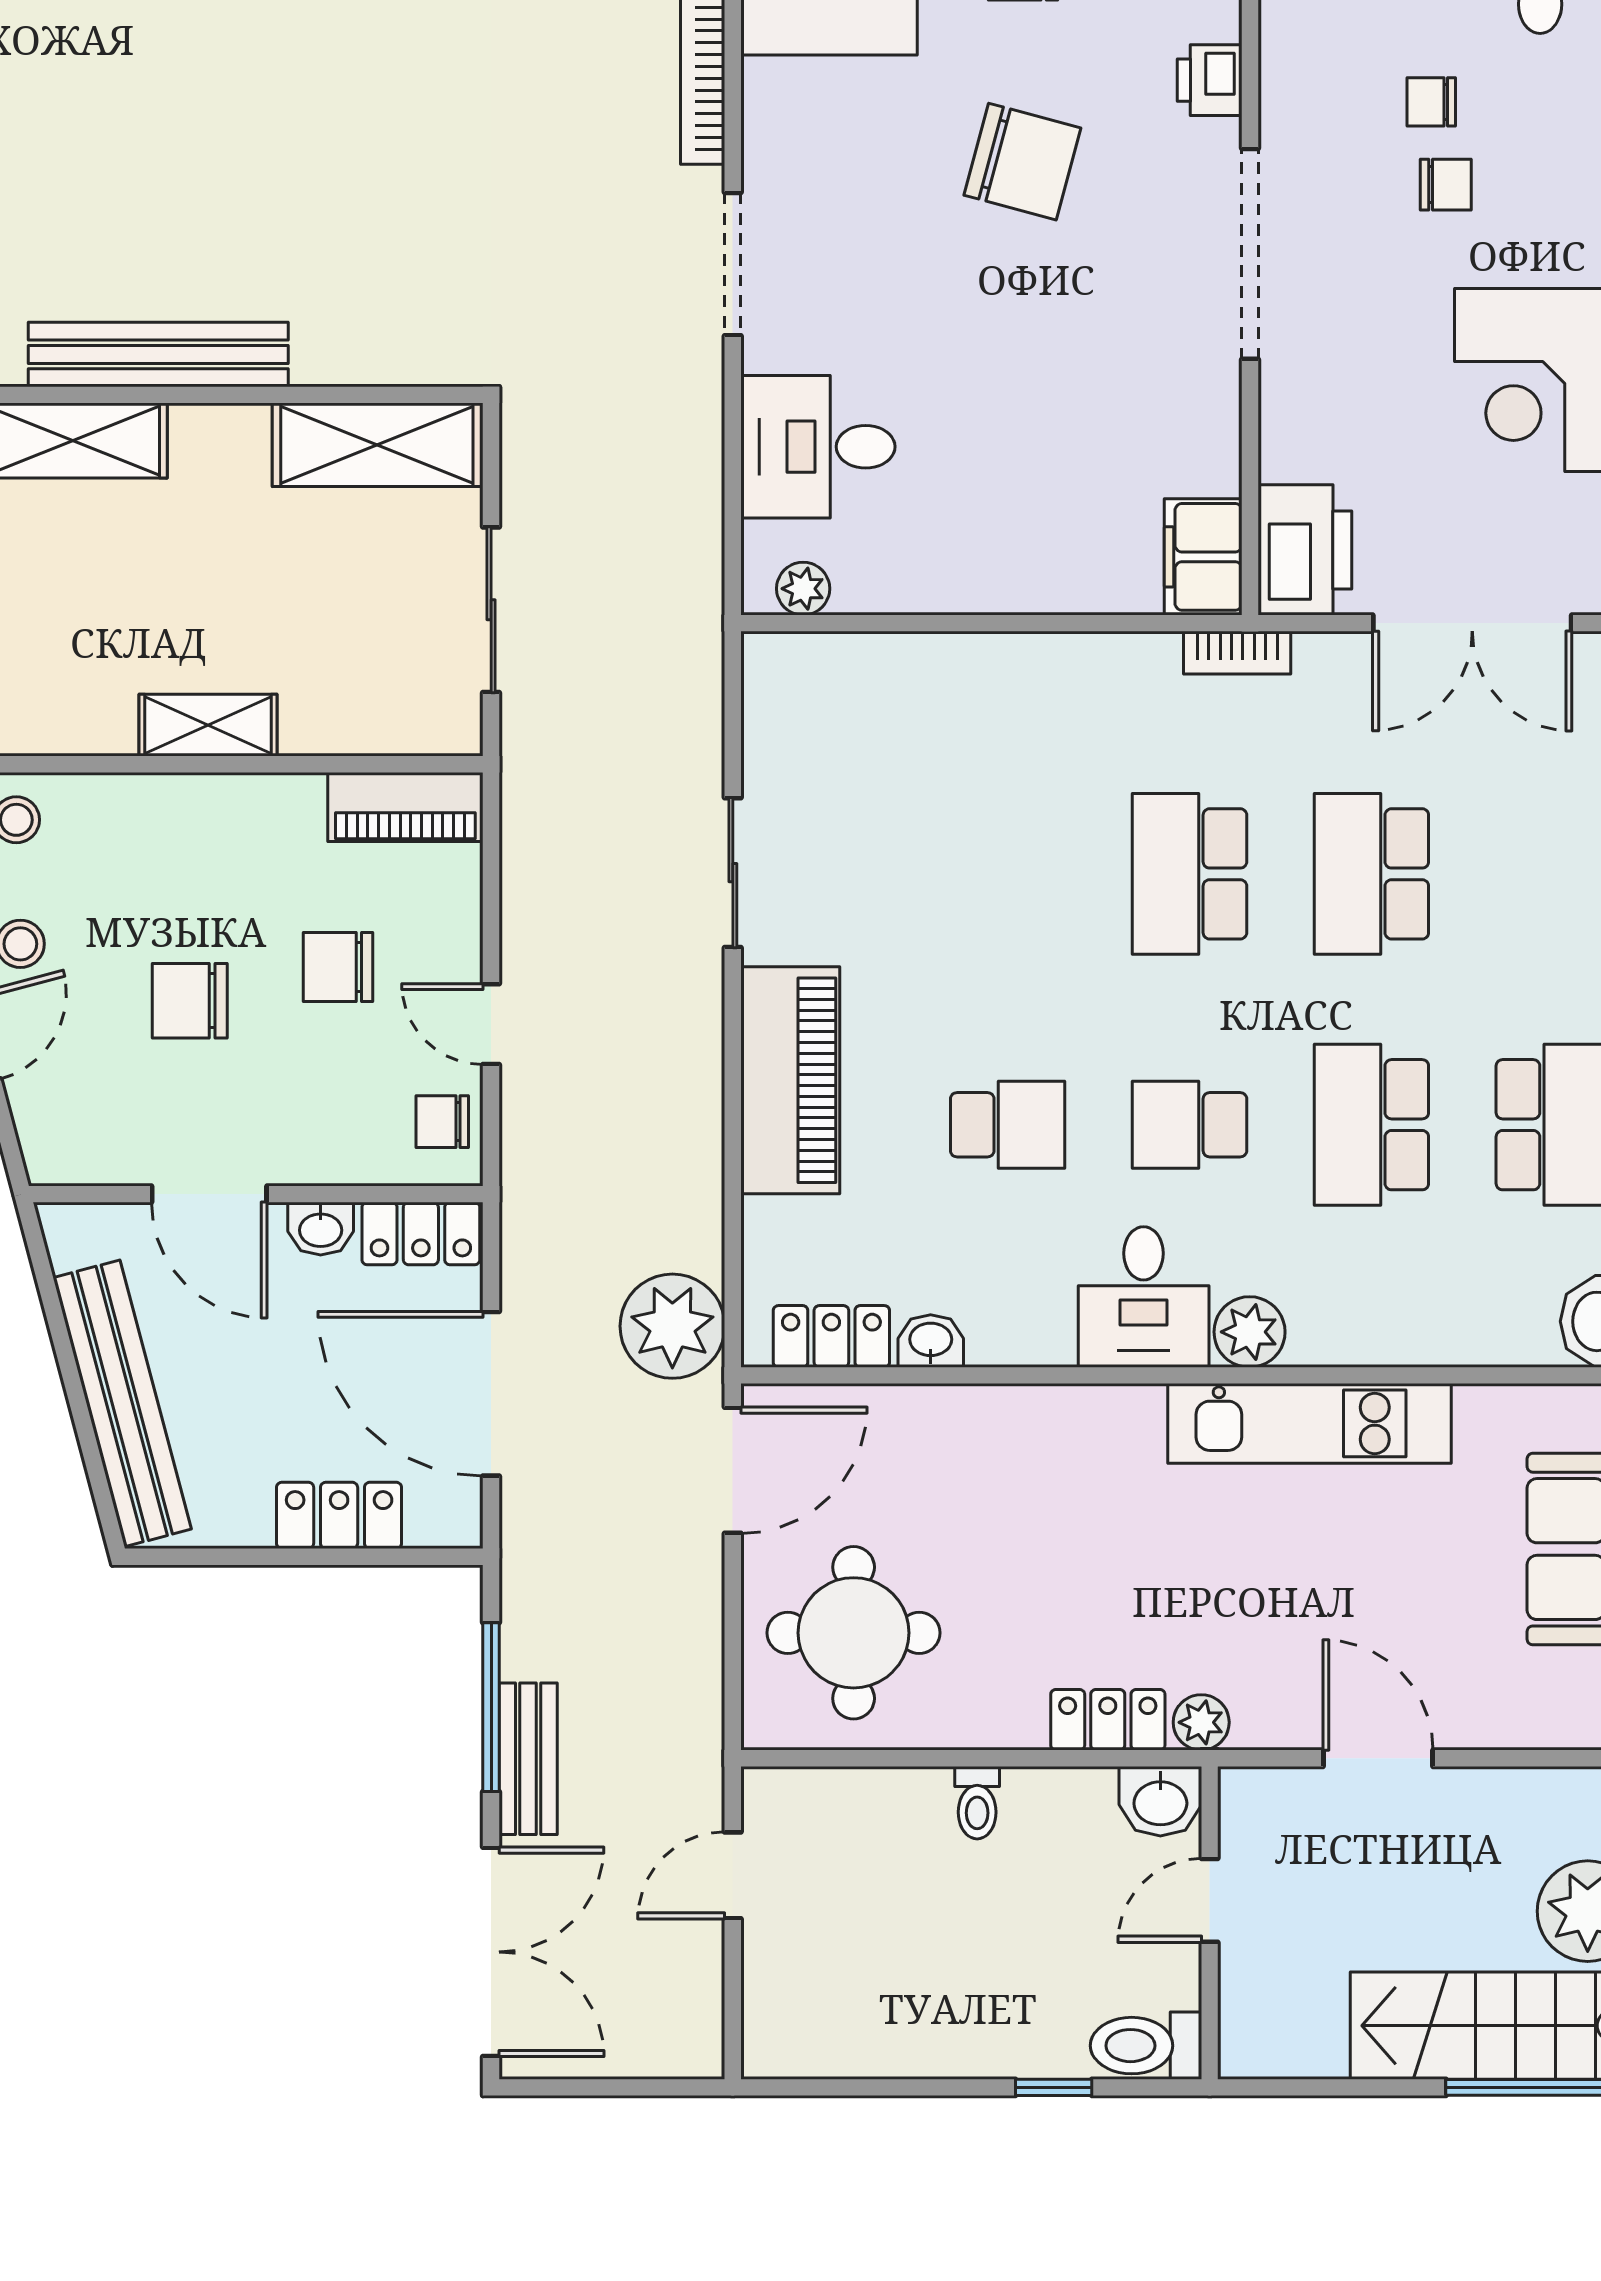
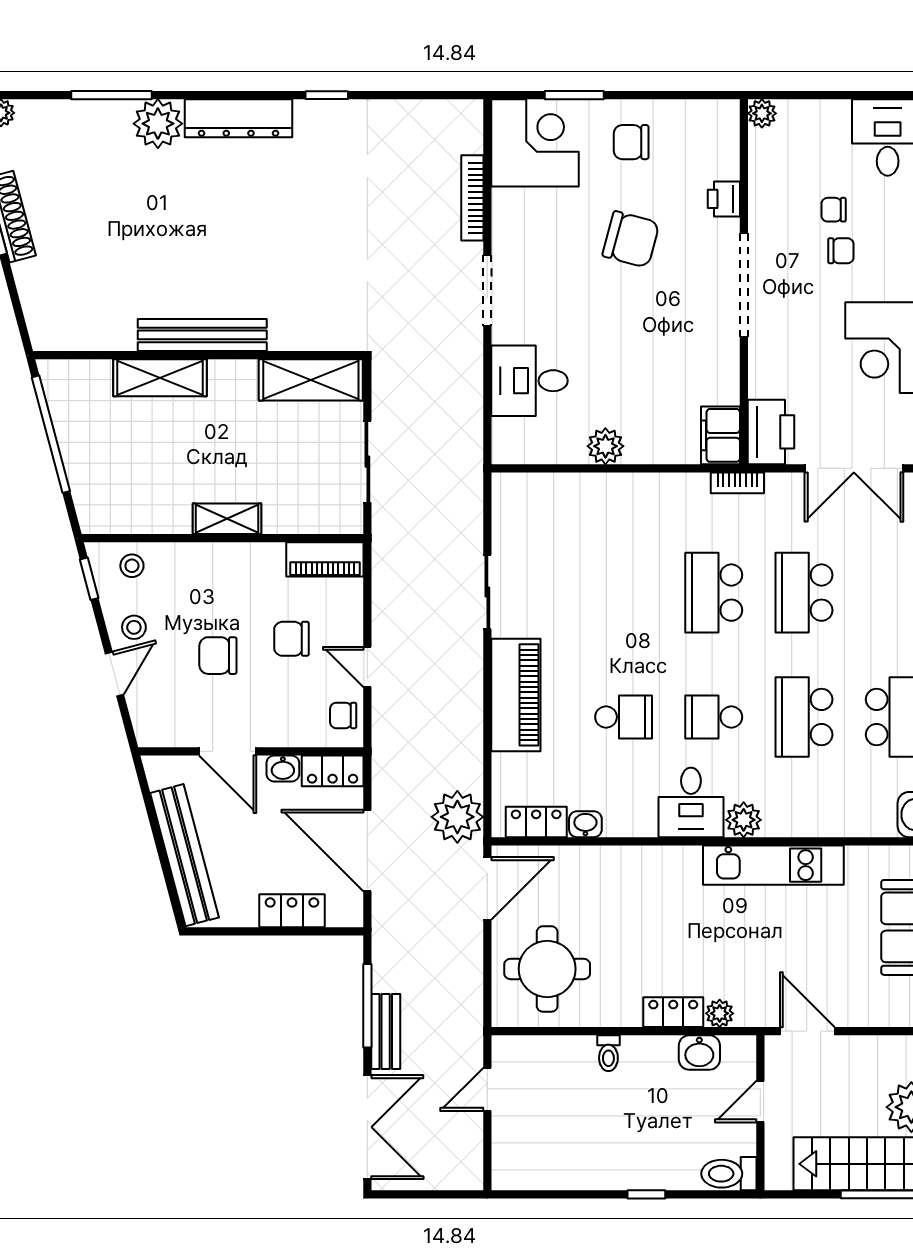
plant: (803, 589) -> (605, 446), moved, width x1.38, depth x1.38
door: (1210, 1900) -> (760, 1102), moved
wall: (1210, 1923) -> (760, 1113), moved
toilet: (1146, 2046) -> (729, 1174), moved

